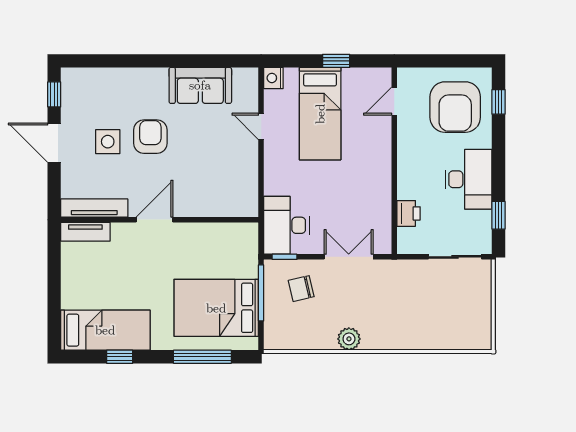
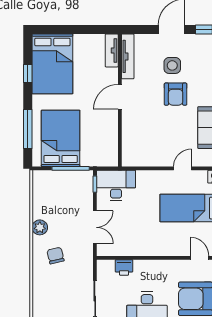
armchair: (150, 137) -> (176, 94), turned 90
door: (155, 220) -> (120, 97), swing flipped
chair: (301, 289) -> (55, 256), moved
bed: (105, 330) -> (52, 64), width x1.50

